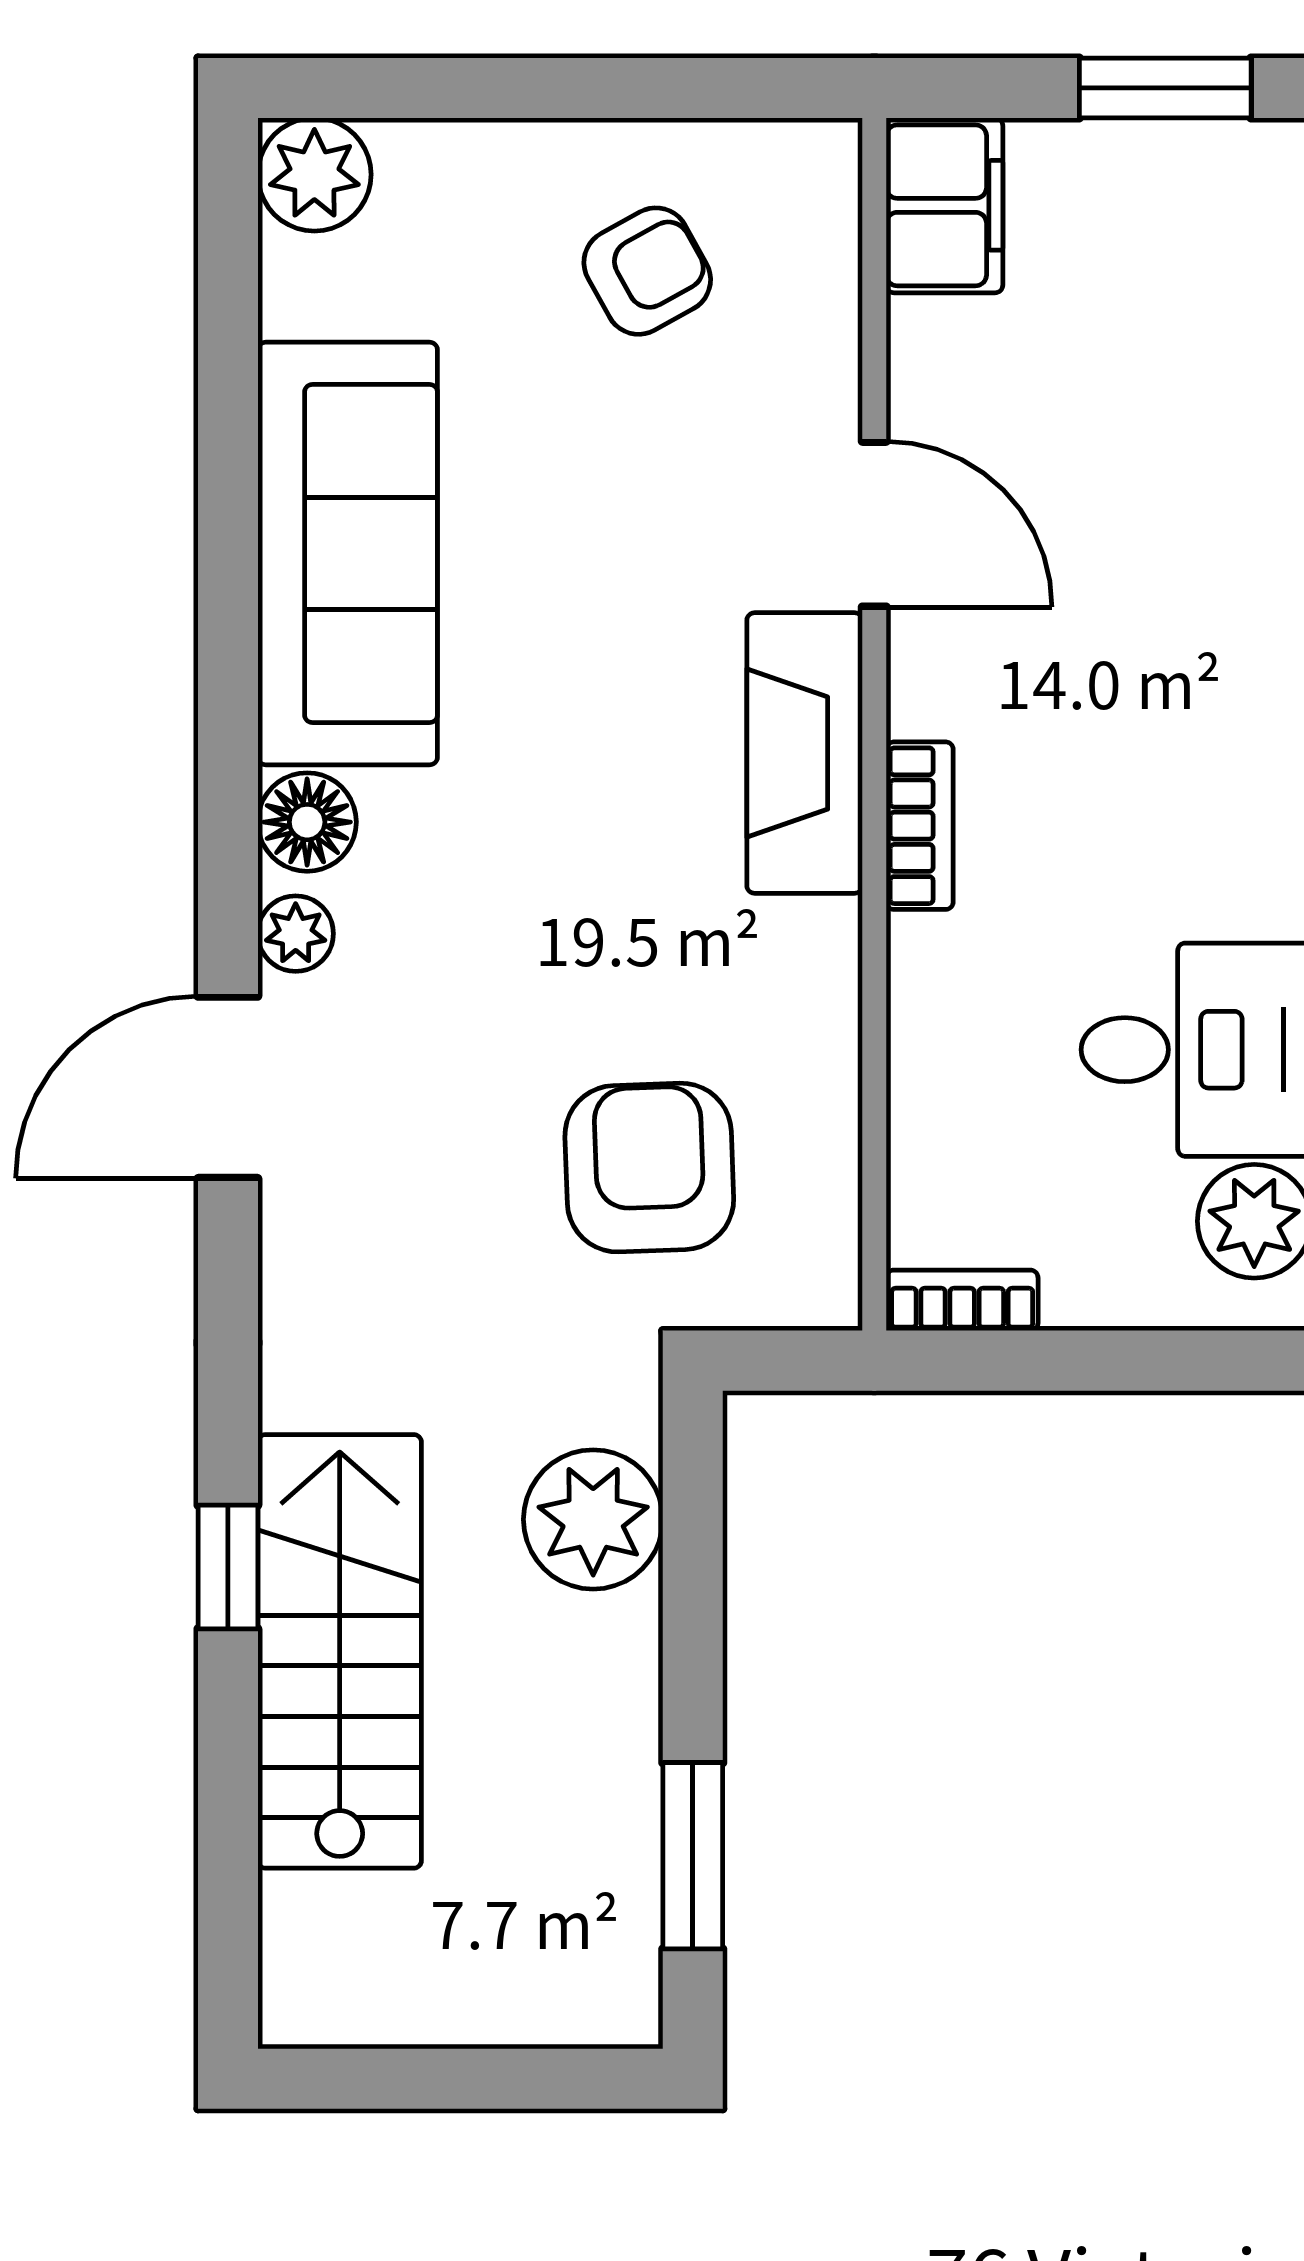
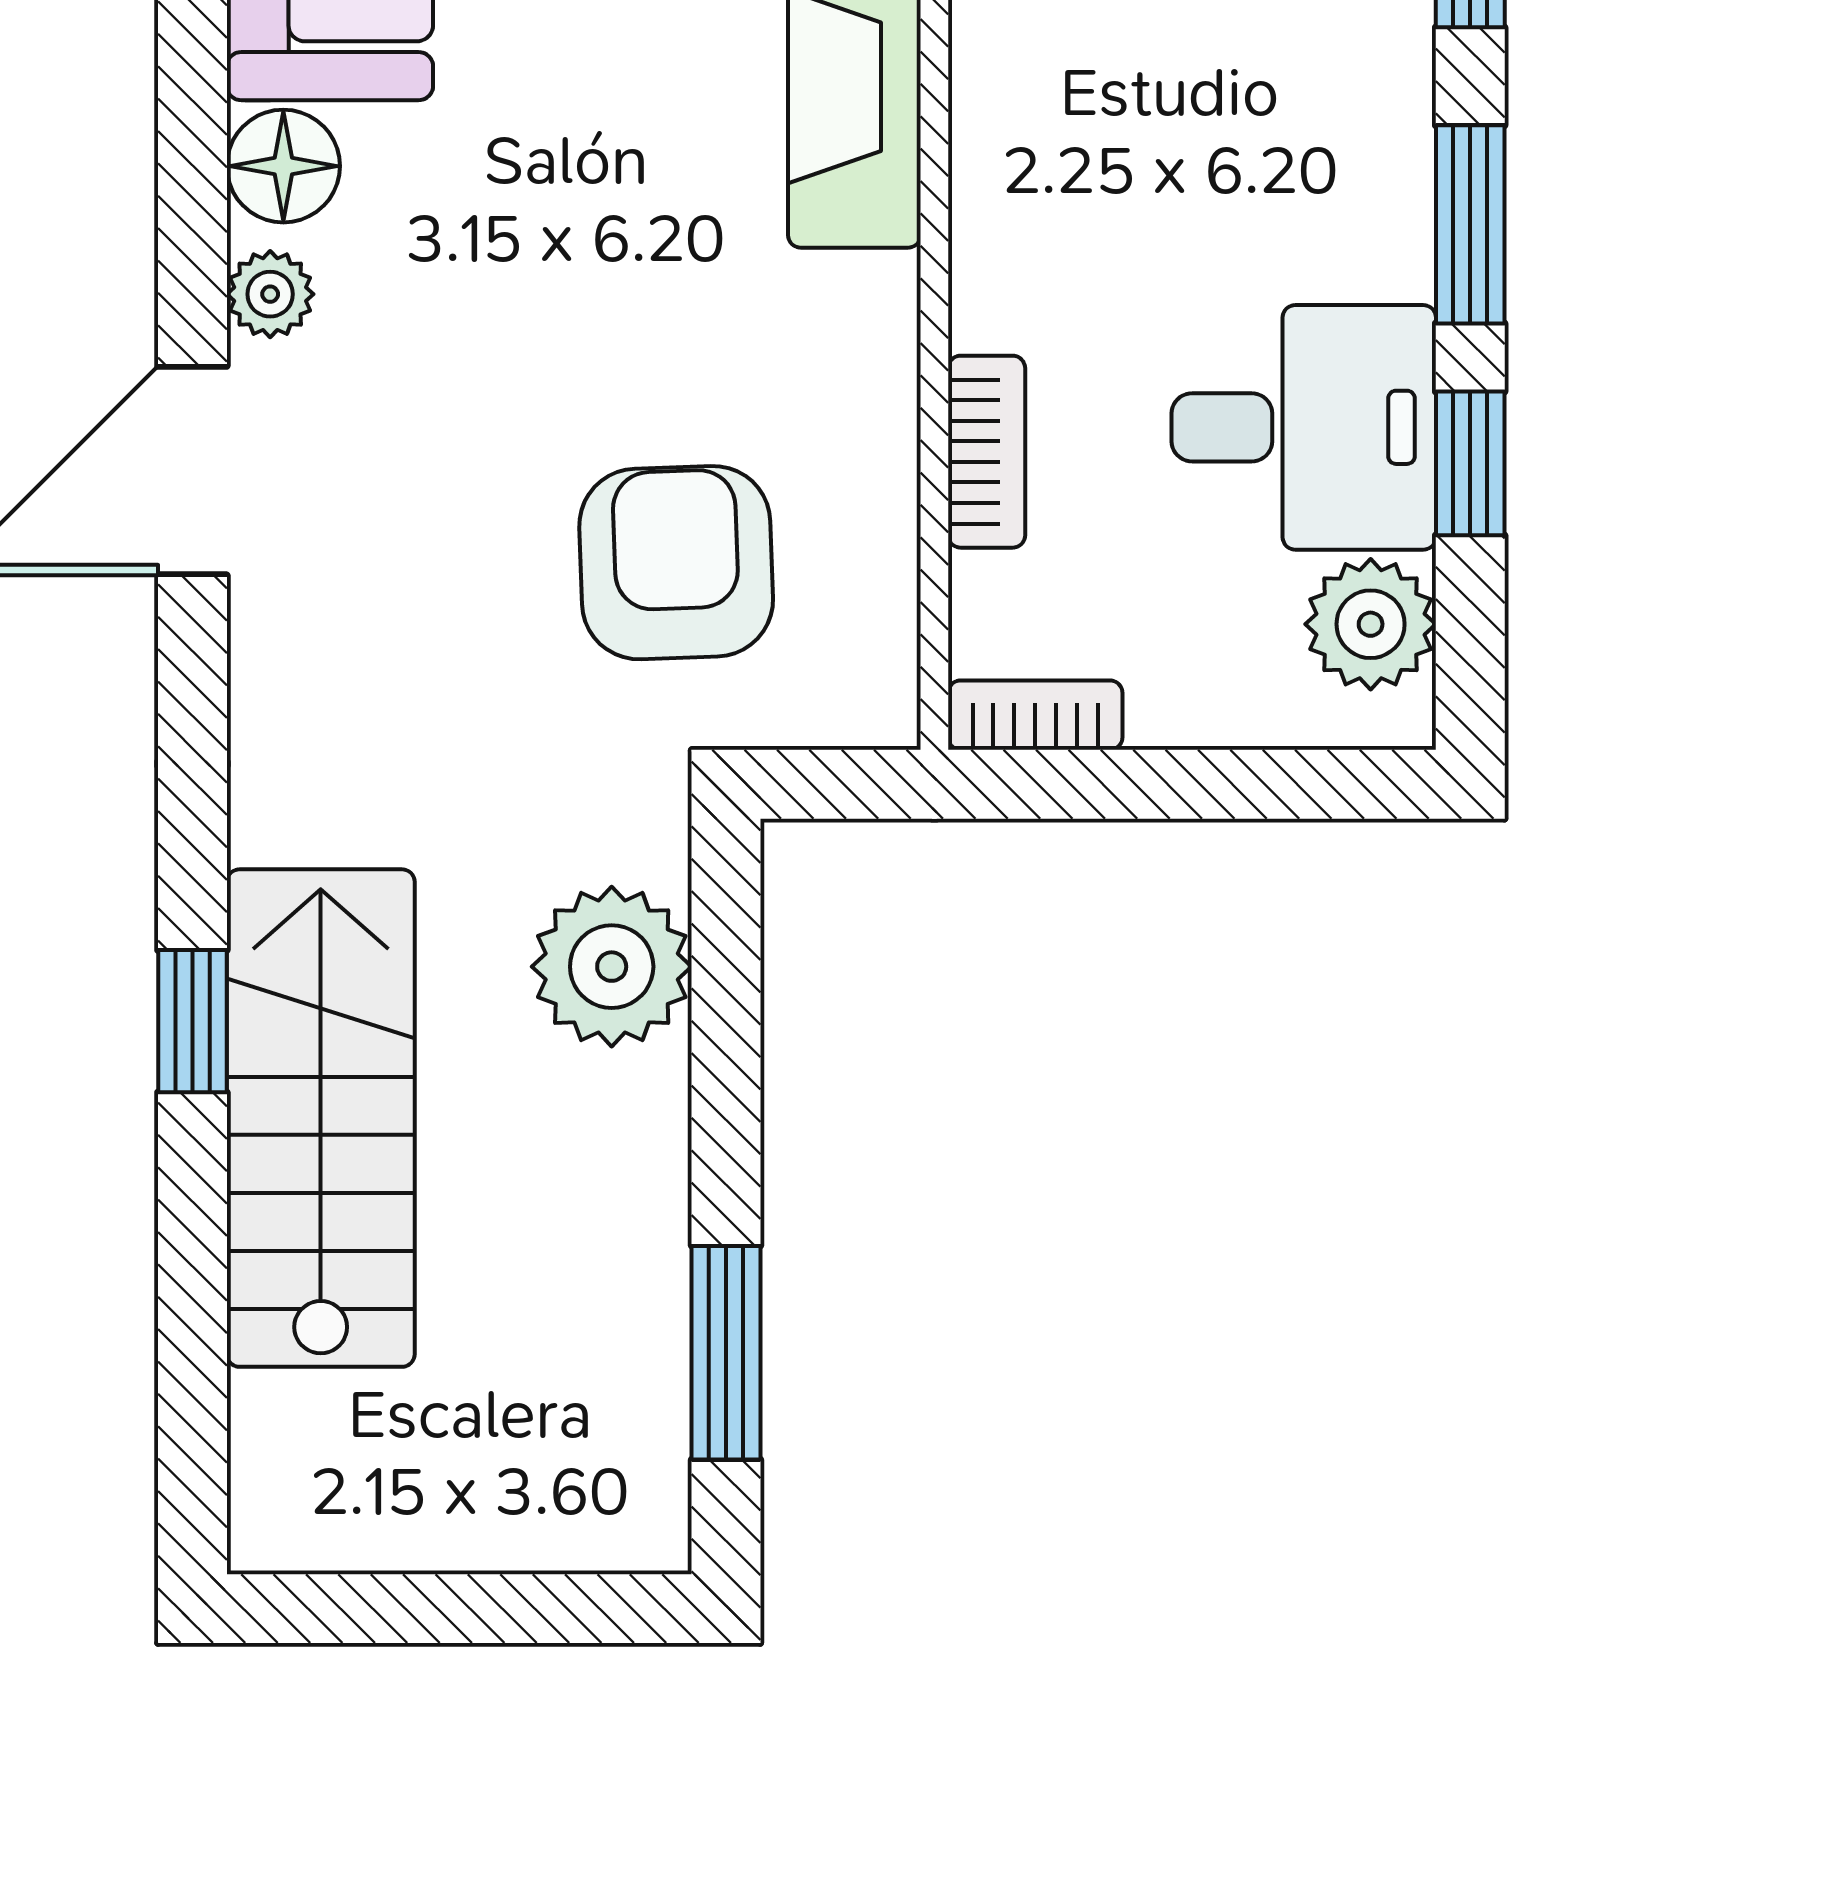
bookcase: (920, 826) -> (987, 452), moved

